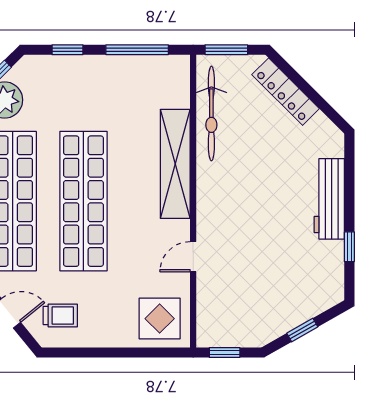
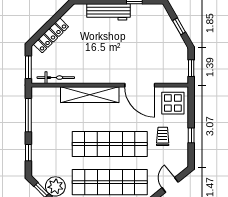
bicycle: (211, 113) -> (56, 78), width x0.73, depth x0.71
door: (193, 257) -> (140, 85), width x1.88
trolley: (60, 316) -> (163, 136), moved
window: (100, 352) -> (191, 135), added

